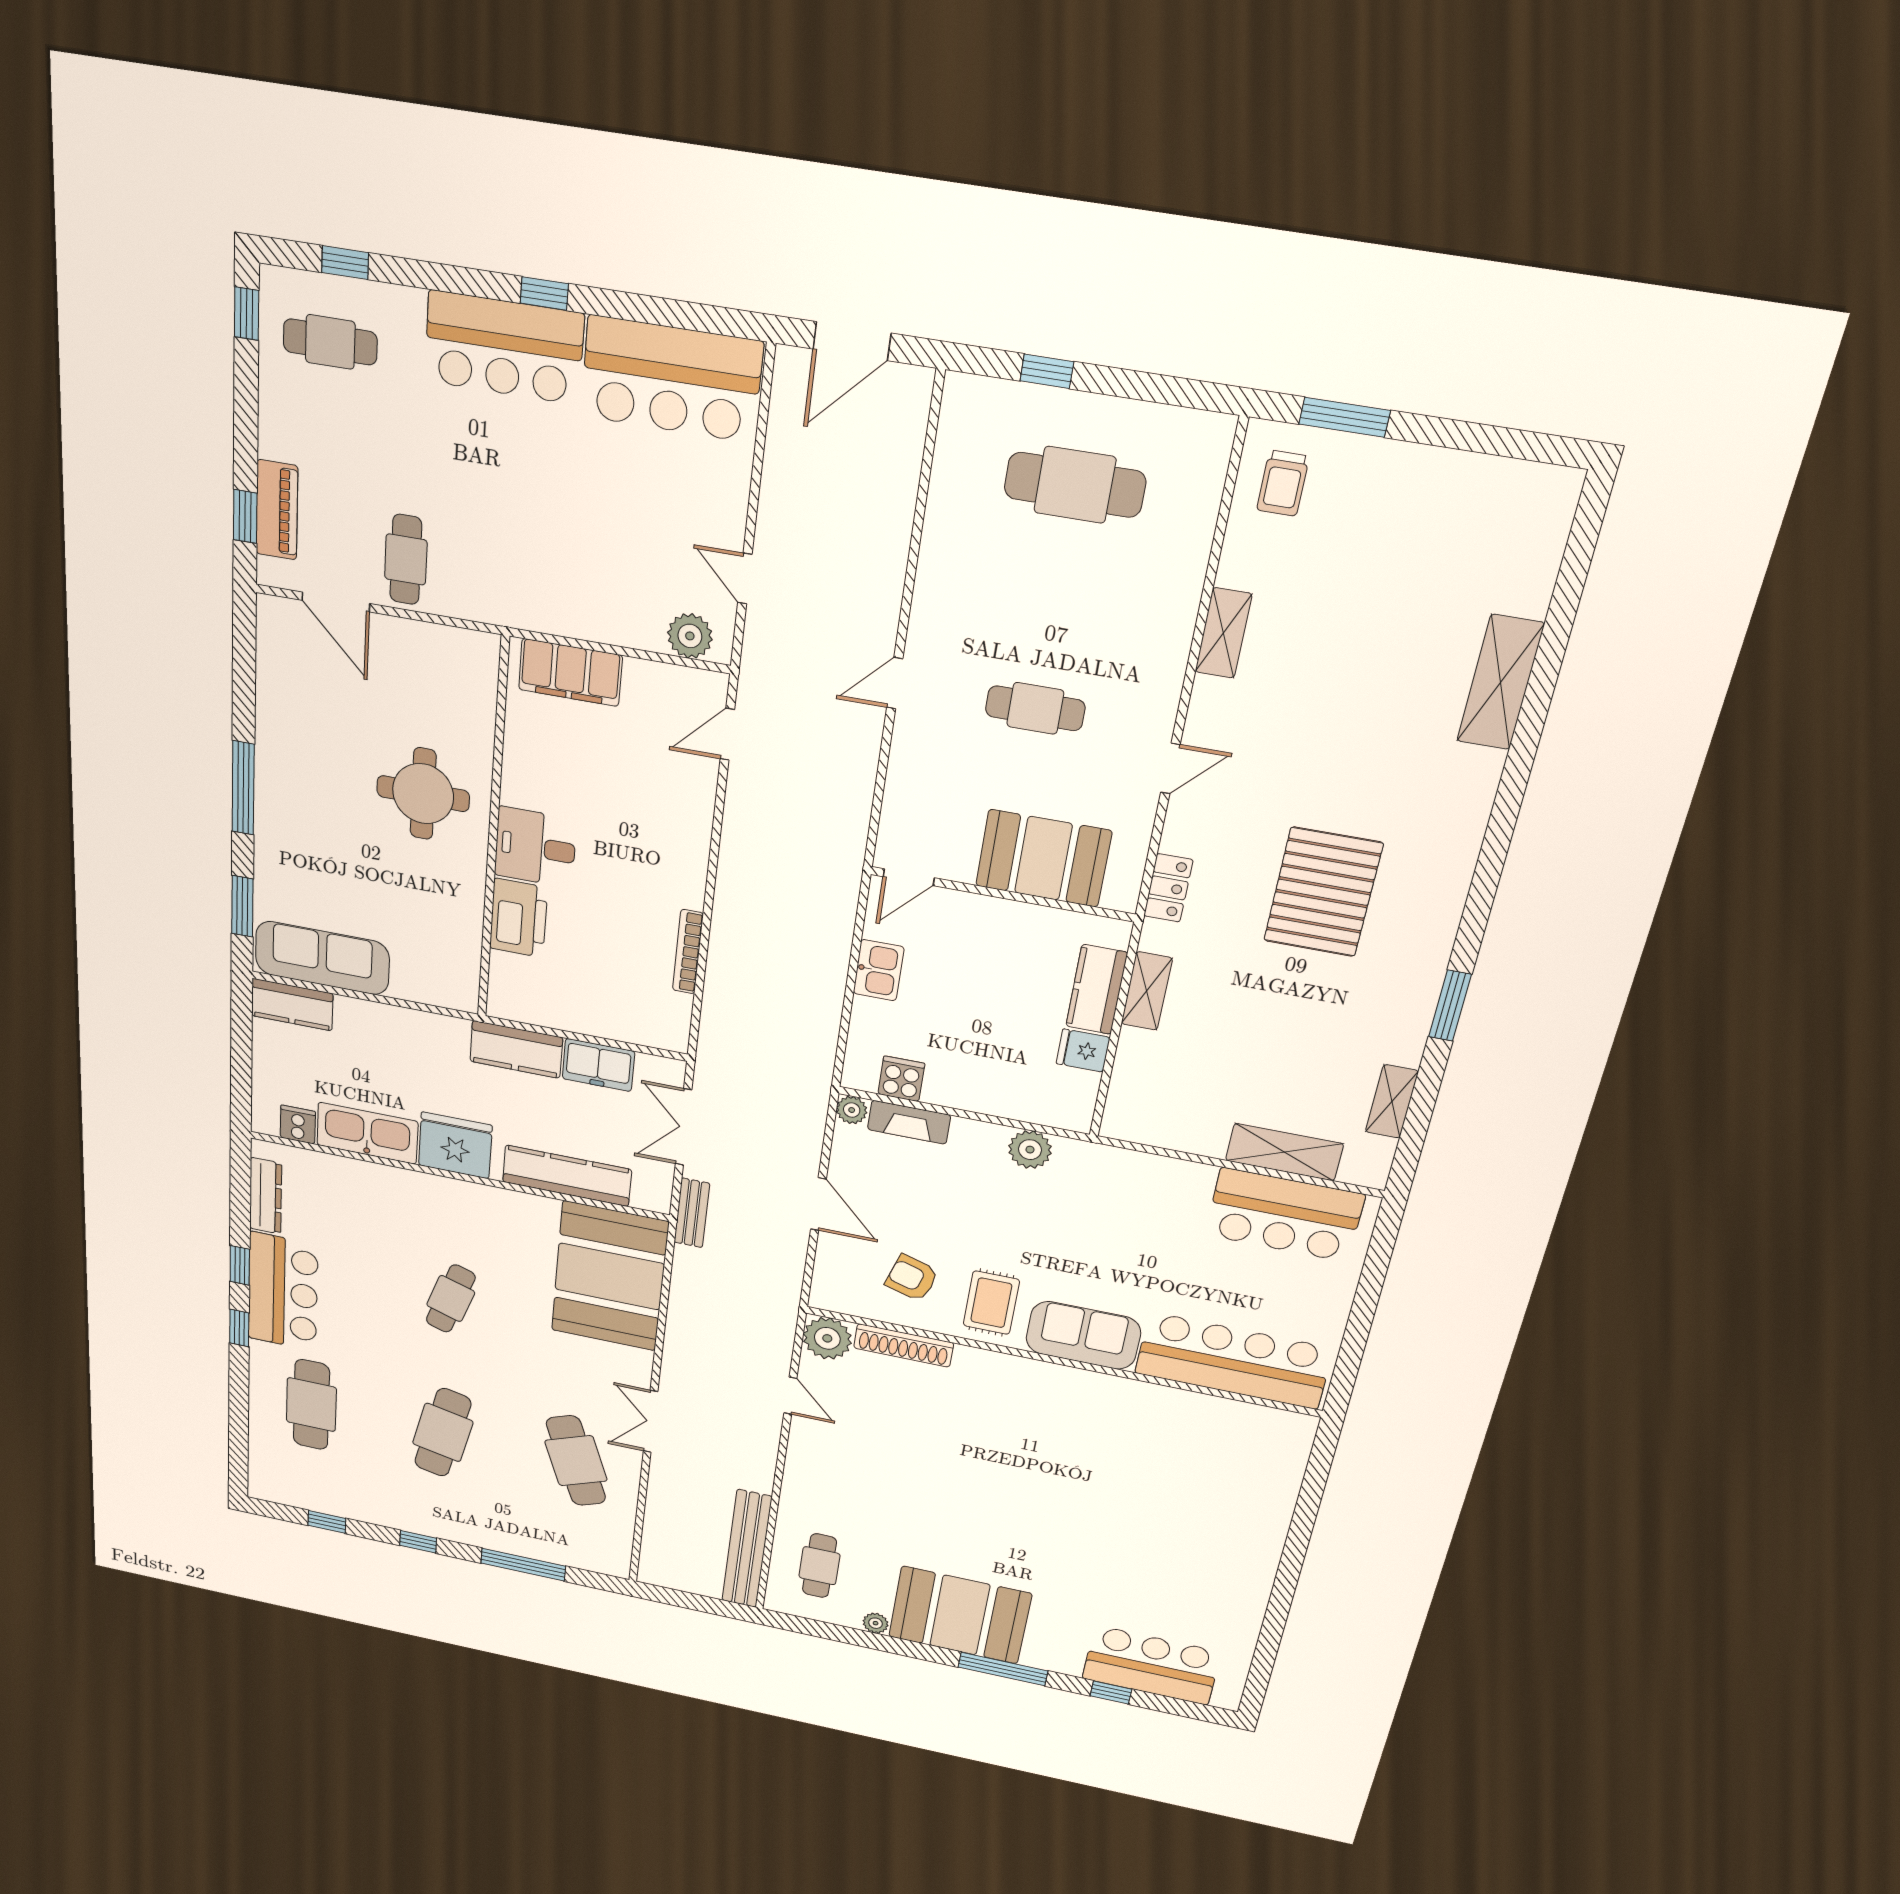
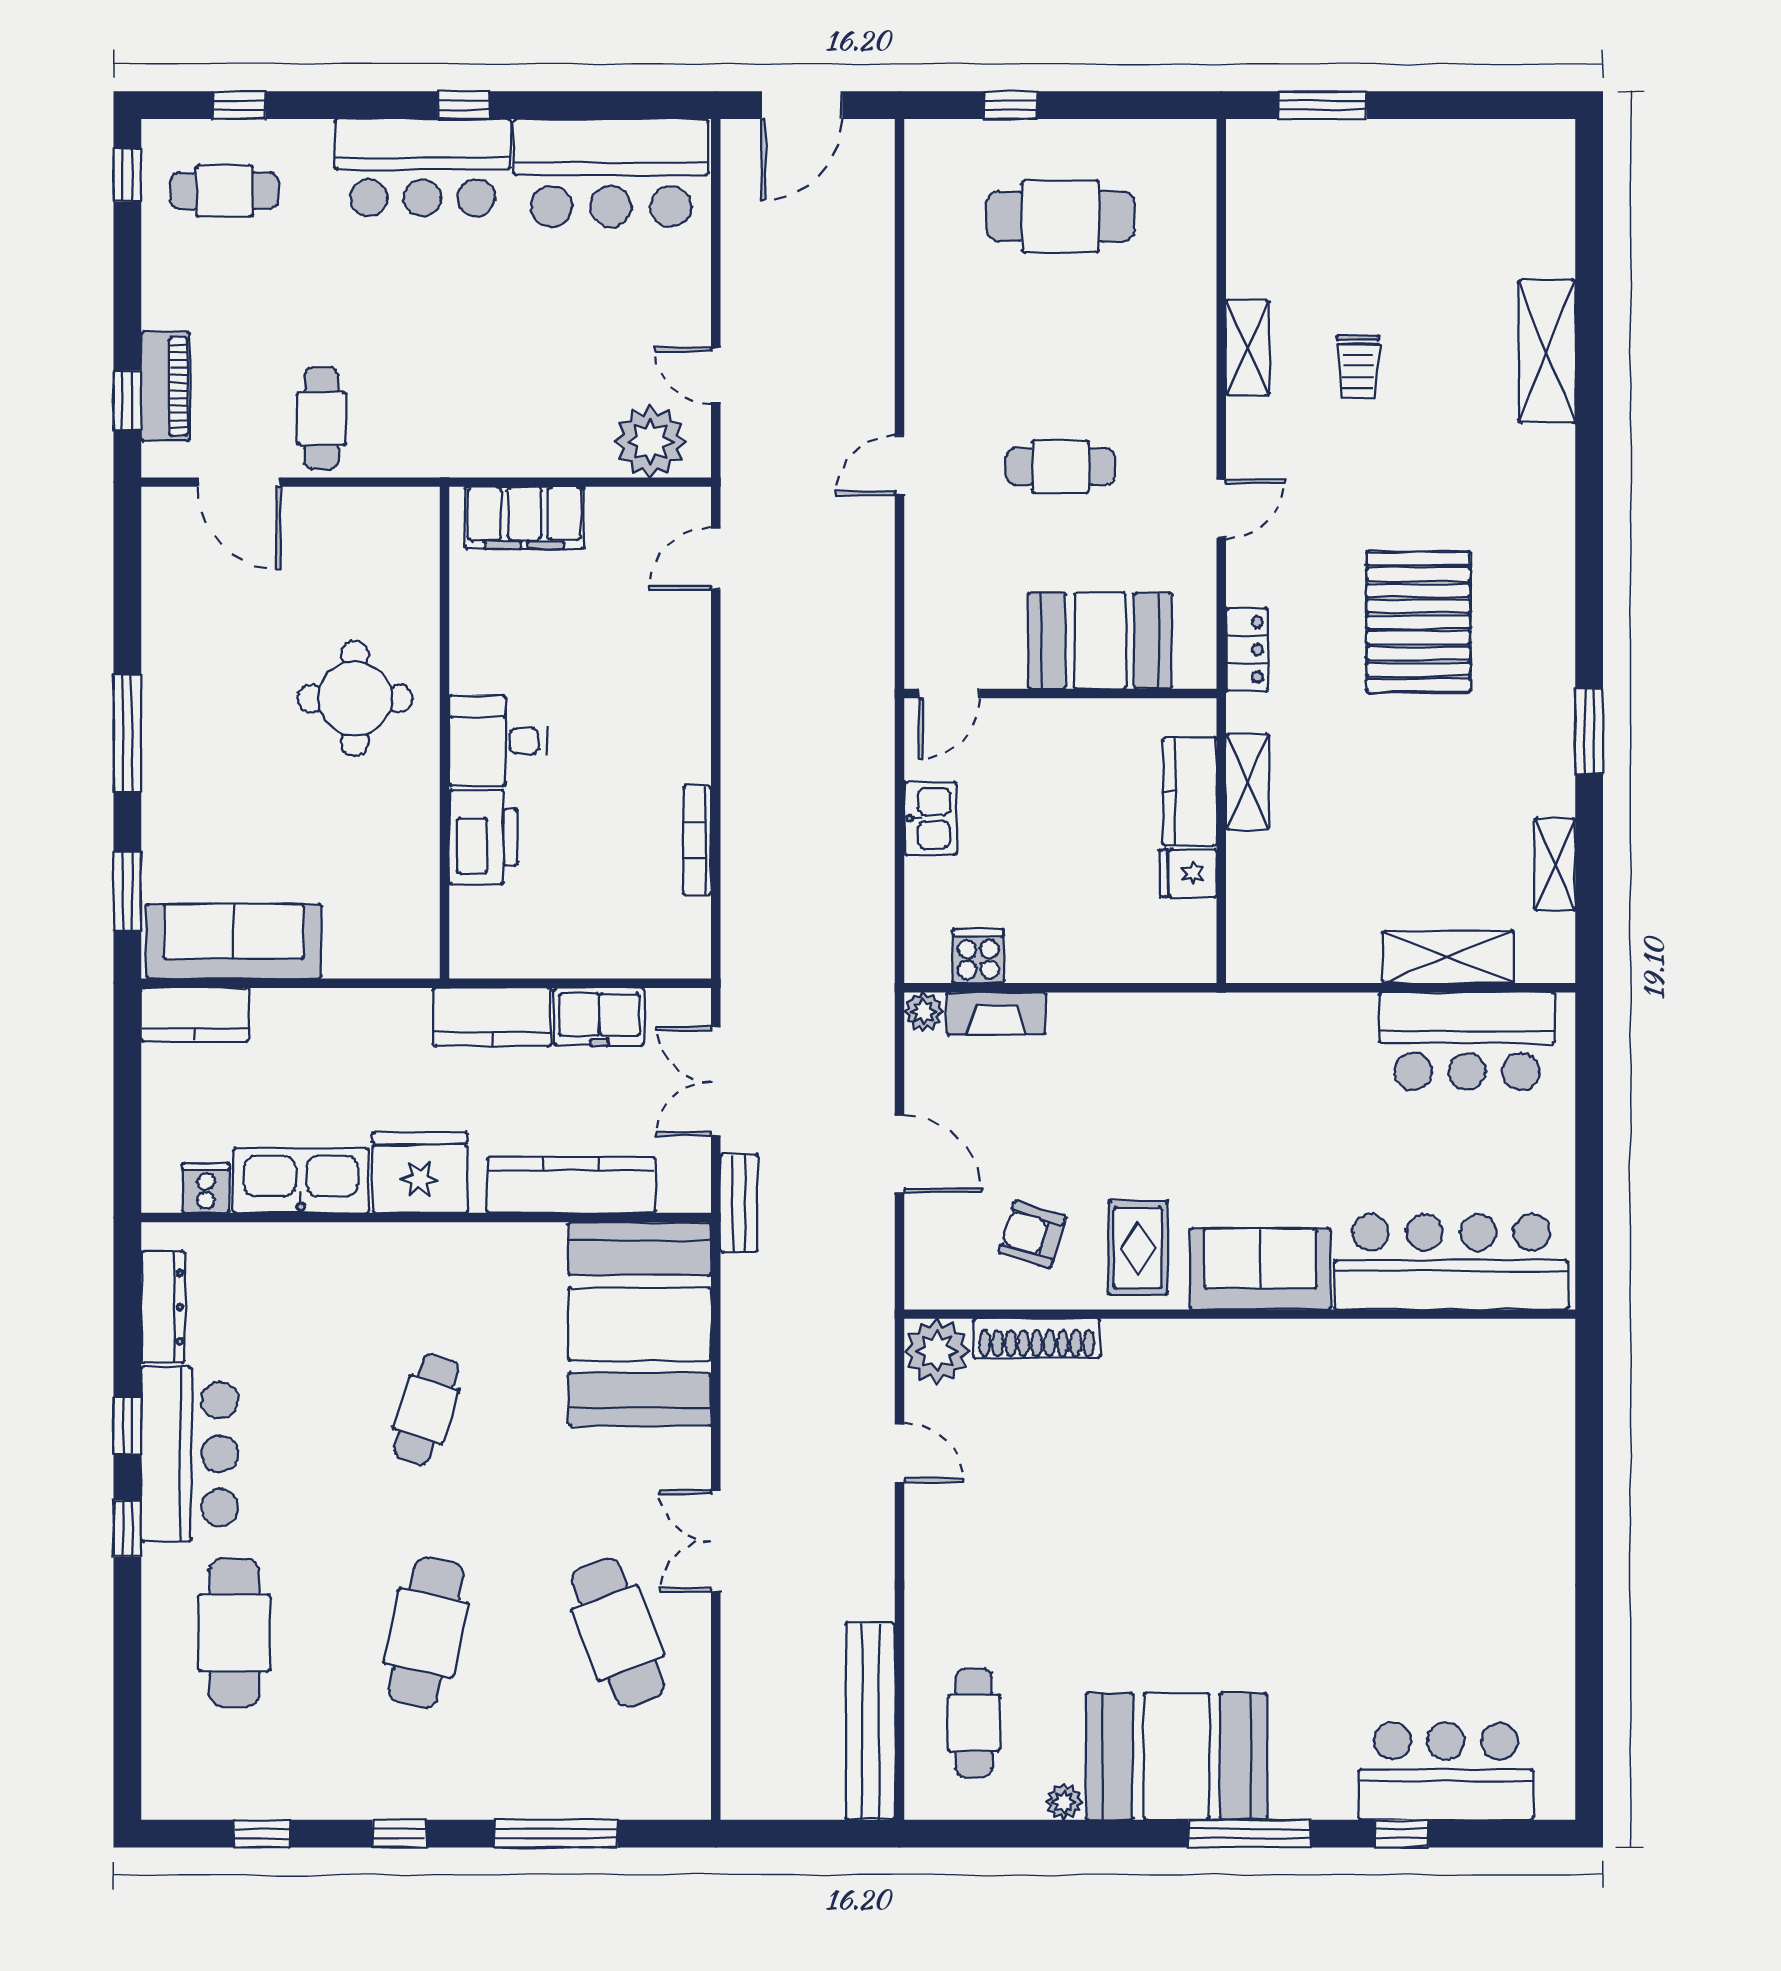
trolley: (1283, 483) -> (1358, 367), moved
plant: (690, 636) -> (650, 442), width x1.36, depth x1.36
plant: (1030, 1150) -> (1149, 1019), removed

